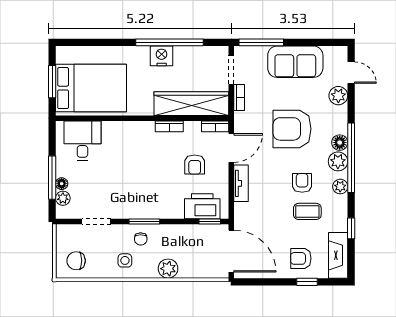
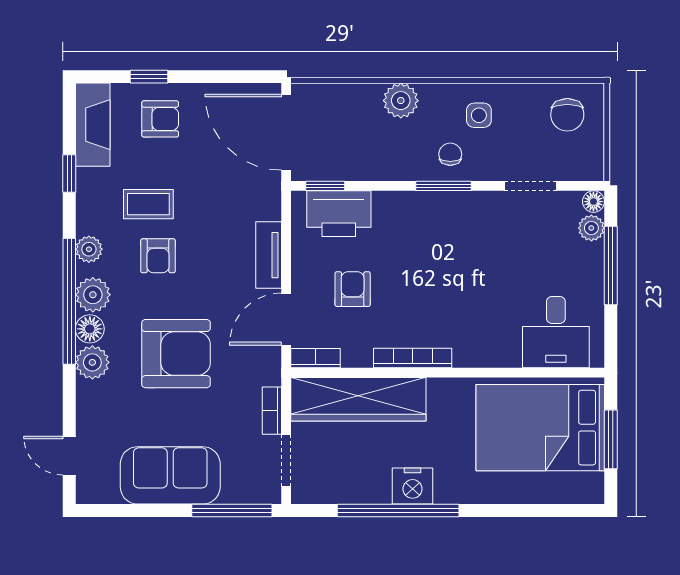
plant: (338, 96) -> (92, 362), moved
bookcase: (169, 126) -> (413, 358), width x1.56
floor lamp: (62, 184) -> (593, 202), moved
chair: (76, 261) -> (567, 115), turned 90

